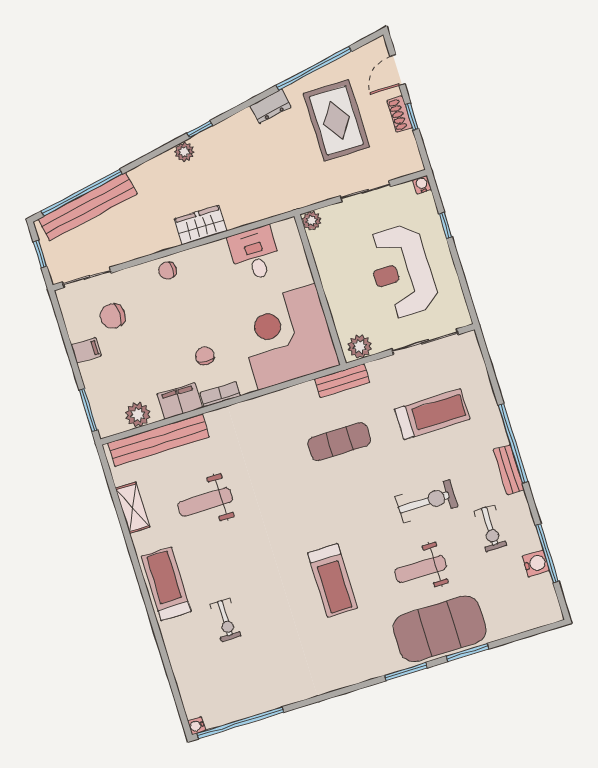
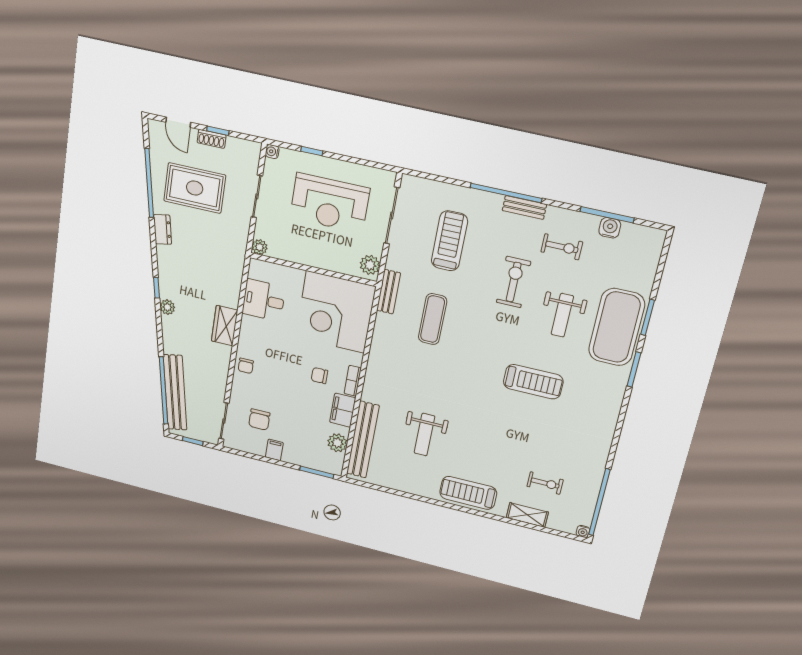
shelving: (133, 508) -> (527, 515), moved
exercise bike: (226, 620) -> (545, 483), moved

